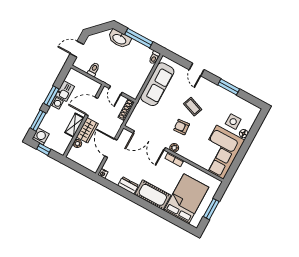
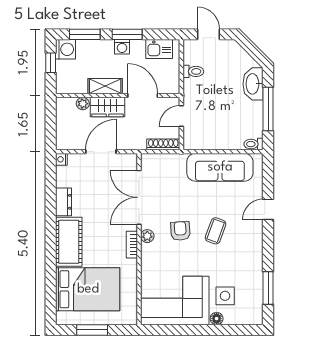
window: (229, 87) -> (268, 288), moved
kitchen sink: (65, 91) -> (159, 49), moved

